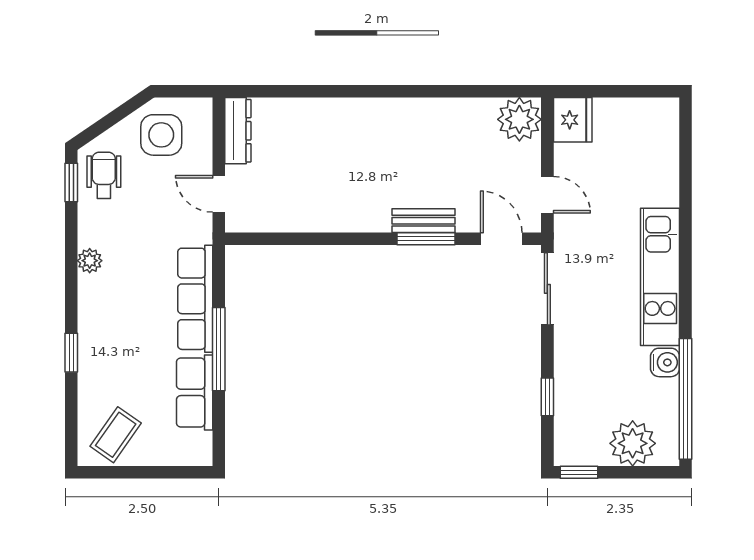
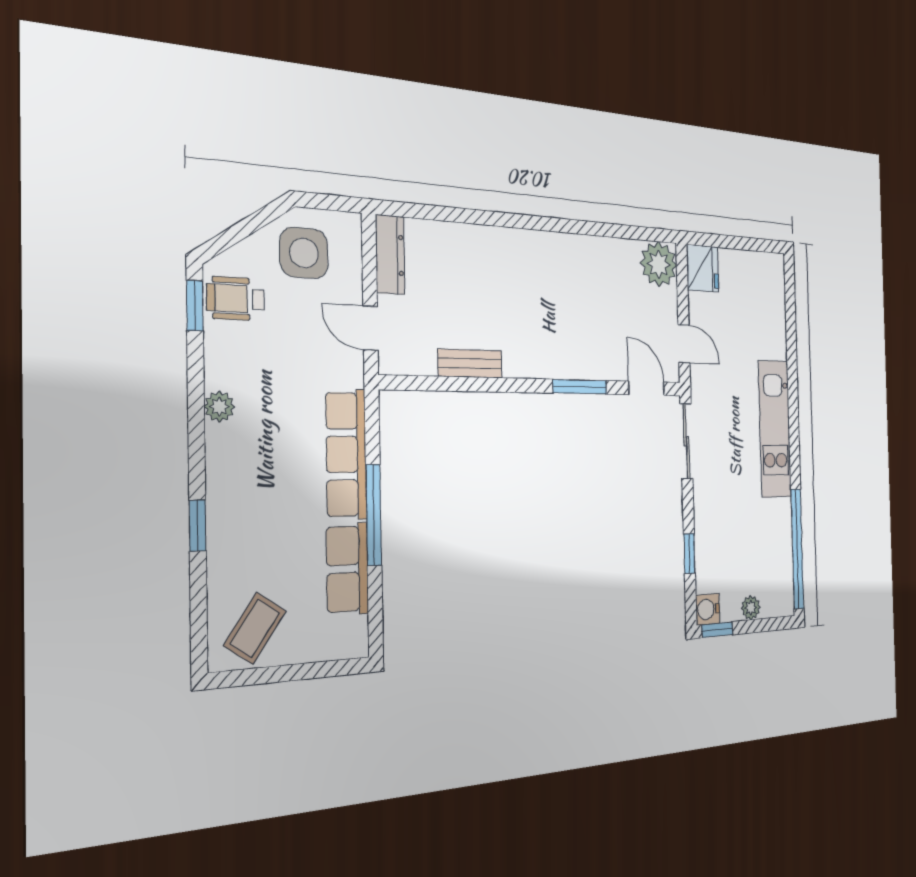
wheelchair: (104, 175) -> (236, 299), turned -90
bench: (423, 221) -> (470, 364), moved
water cooler: (665, 362) -> (708, 609), moved, turned 180
plant: (633, 443) -> (751, 608), width x0.53, depth x0.53

